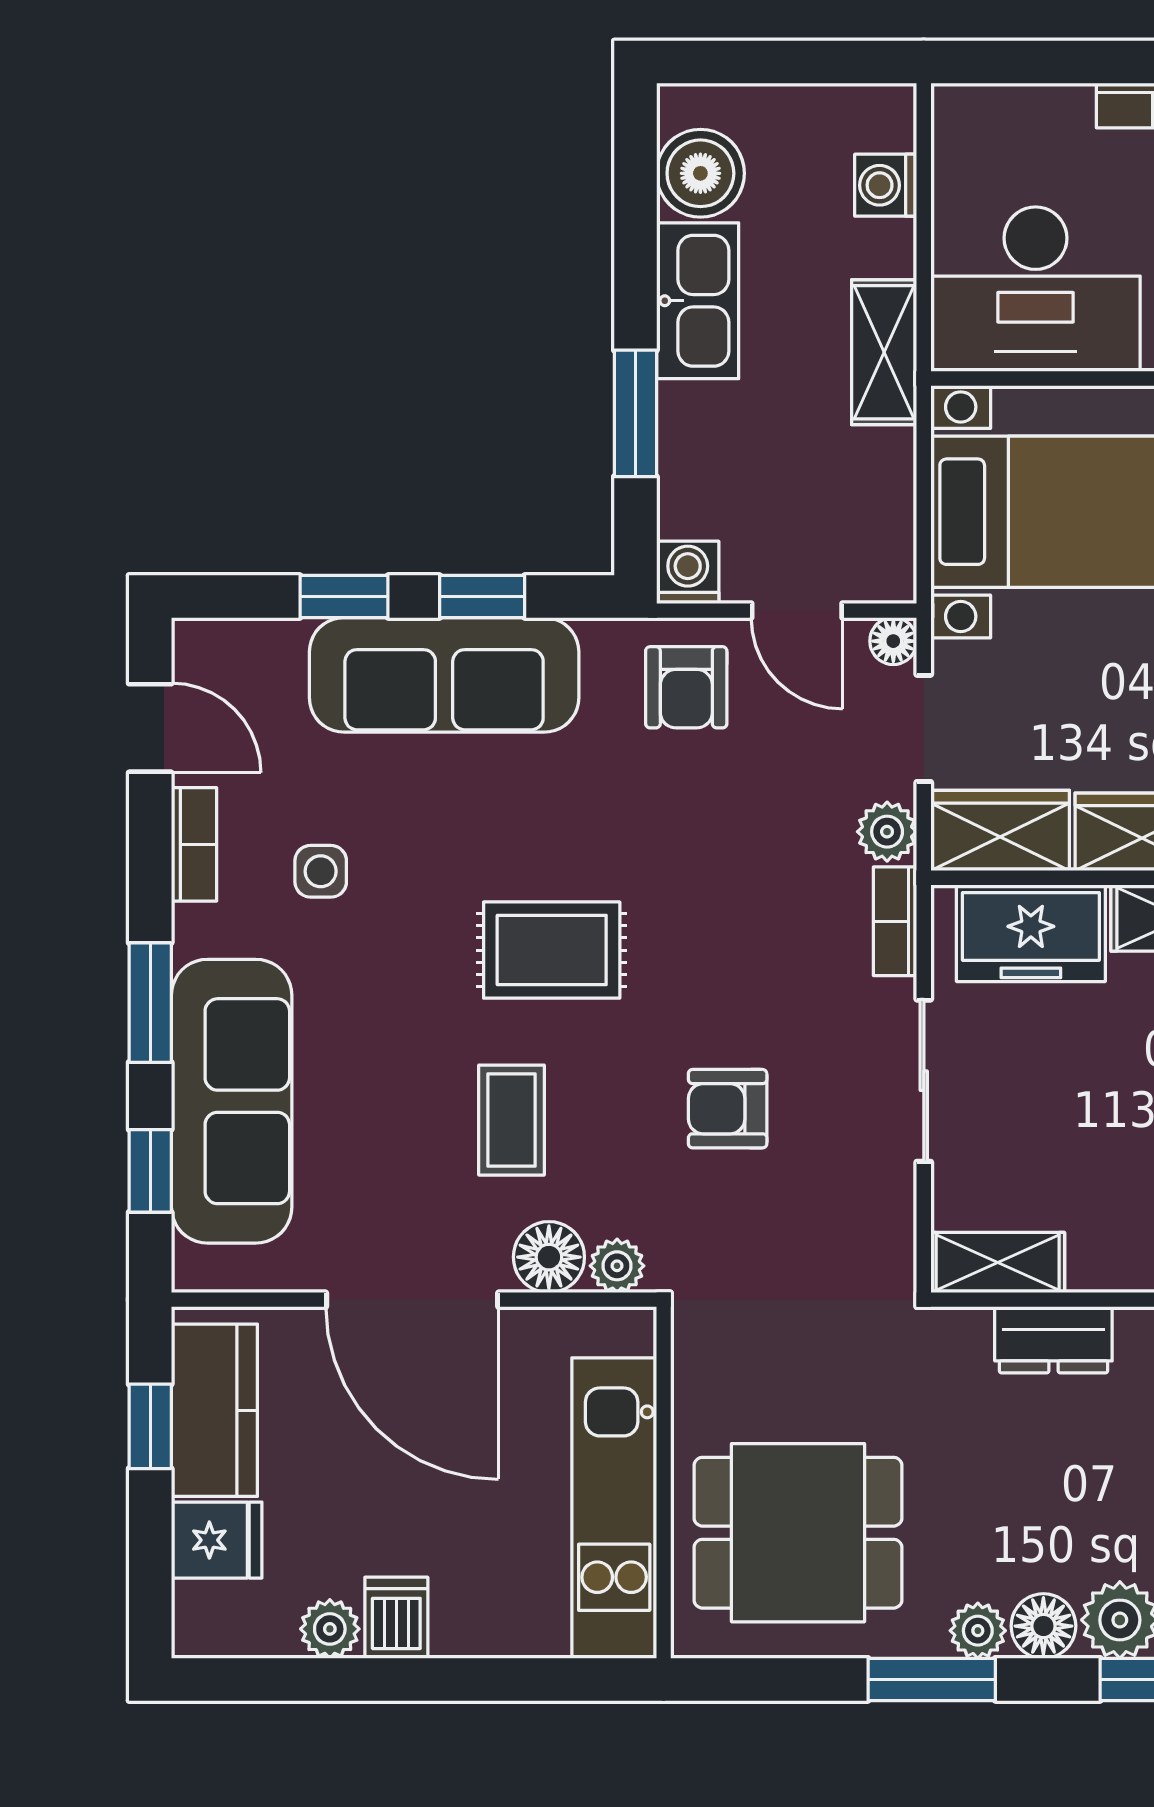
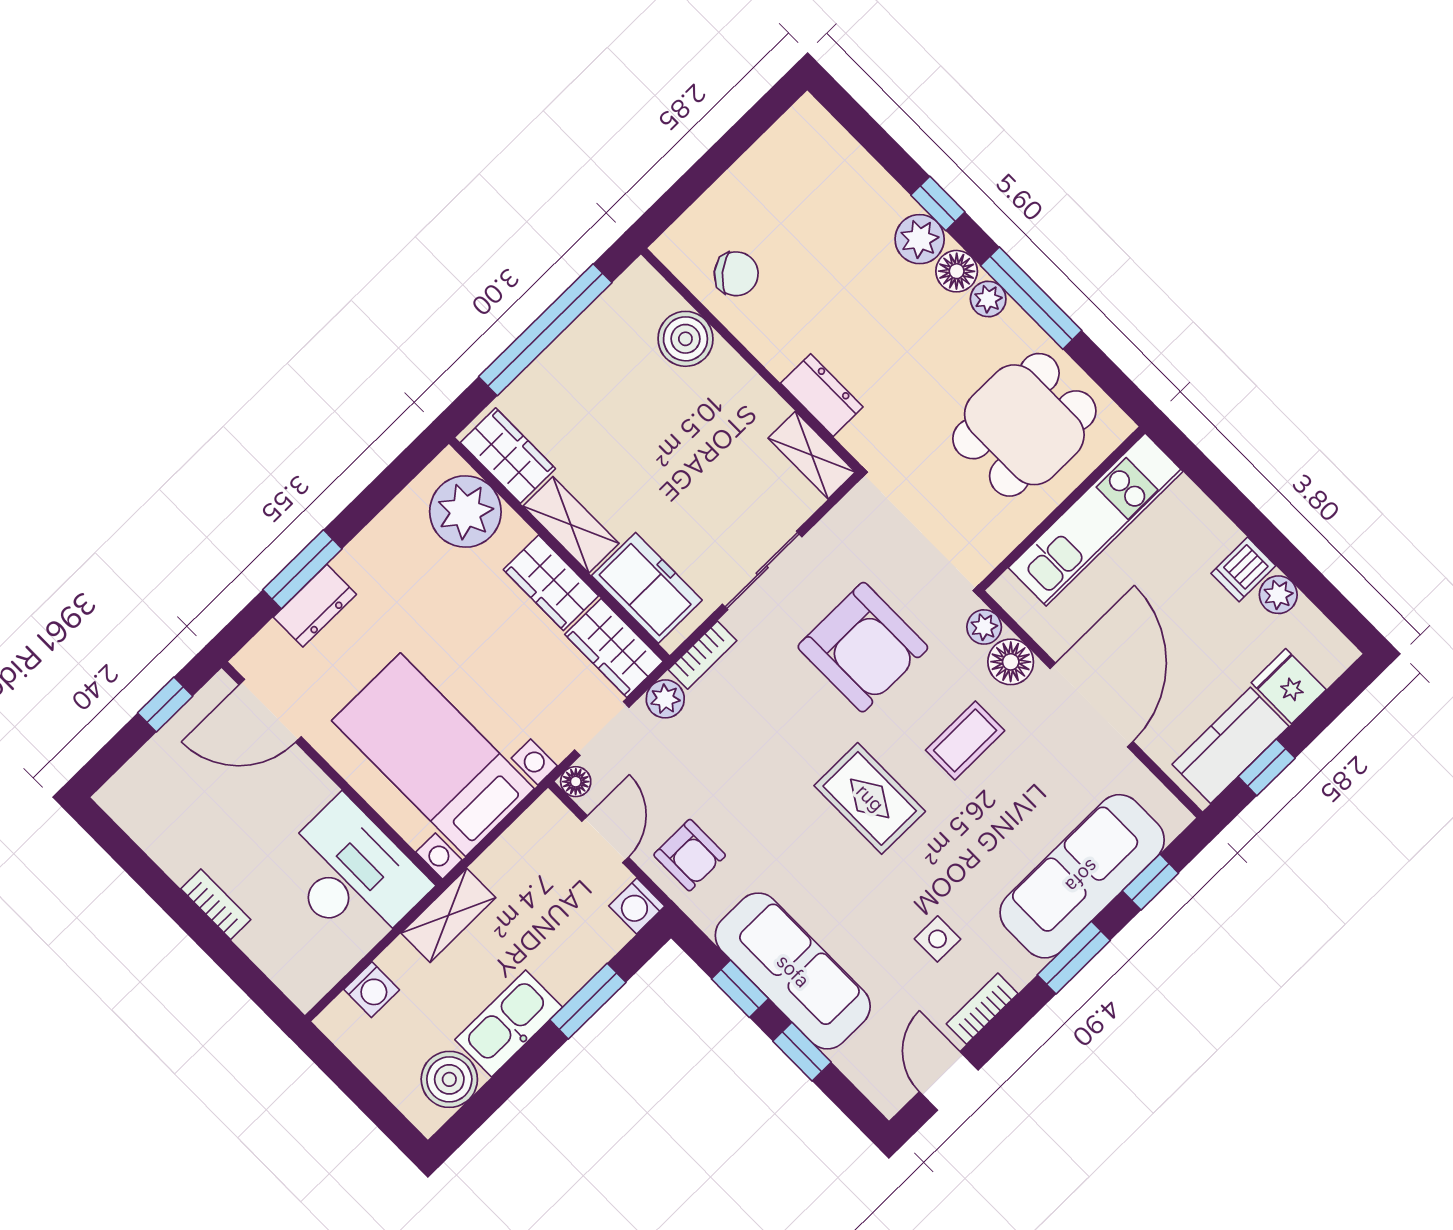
armchair: (686, 687) -> (690, 855), turned 90
armchair: (728, 1109) -> (863, 647), width x1.88, depth x1.88
dining table: (798, 1533) -> (1024, 425), turned 90
window: (932, 1679) -> (1031, 298), width x1.44

